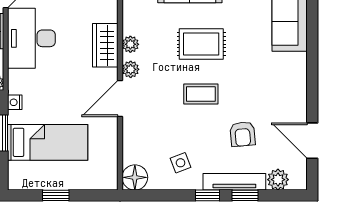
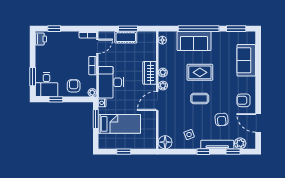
desk: (31, 38) -> (111, 82), moved
armchair: (284, 97) -> (244, 100), added
window: (245, 195) -> (233, 152), moved

